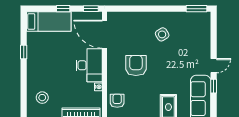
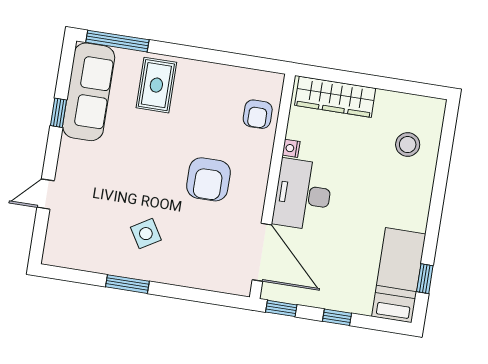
window: (197, 9) -> (127, 284), moved
bed: (49, 21) -> (399, 275), moved, turned 90
window: (24, 52) -> (425, 279), moved
door: (214, 66) -> (46, 194), moved

